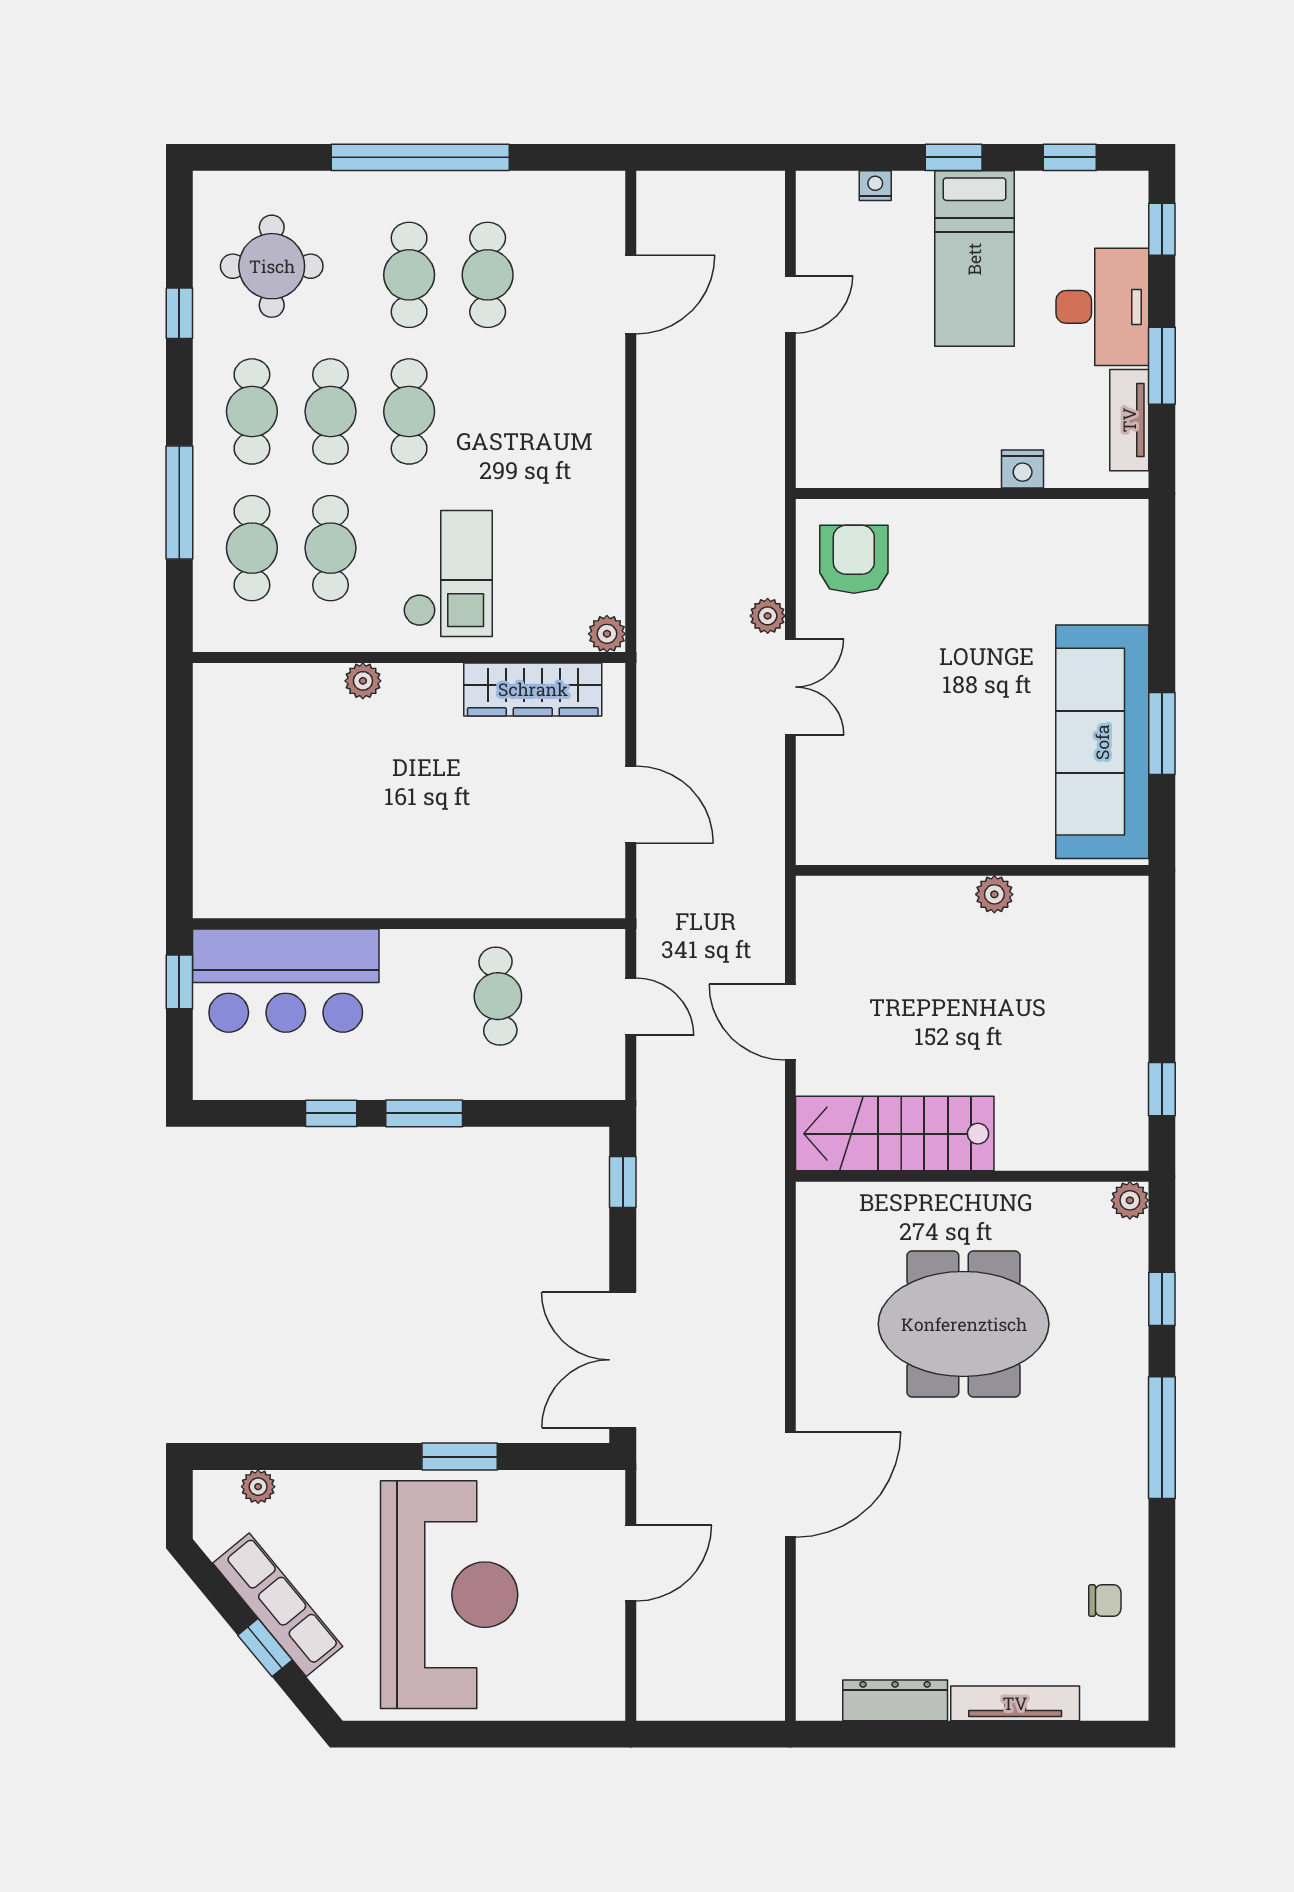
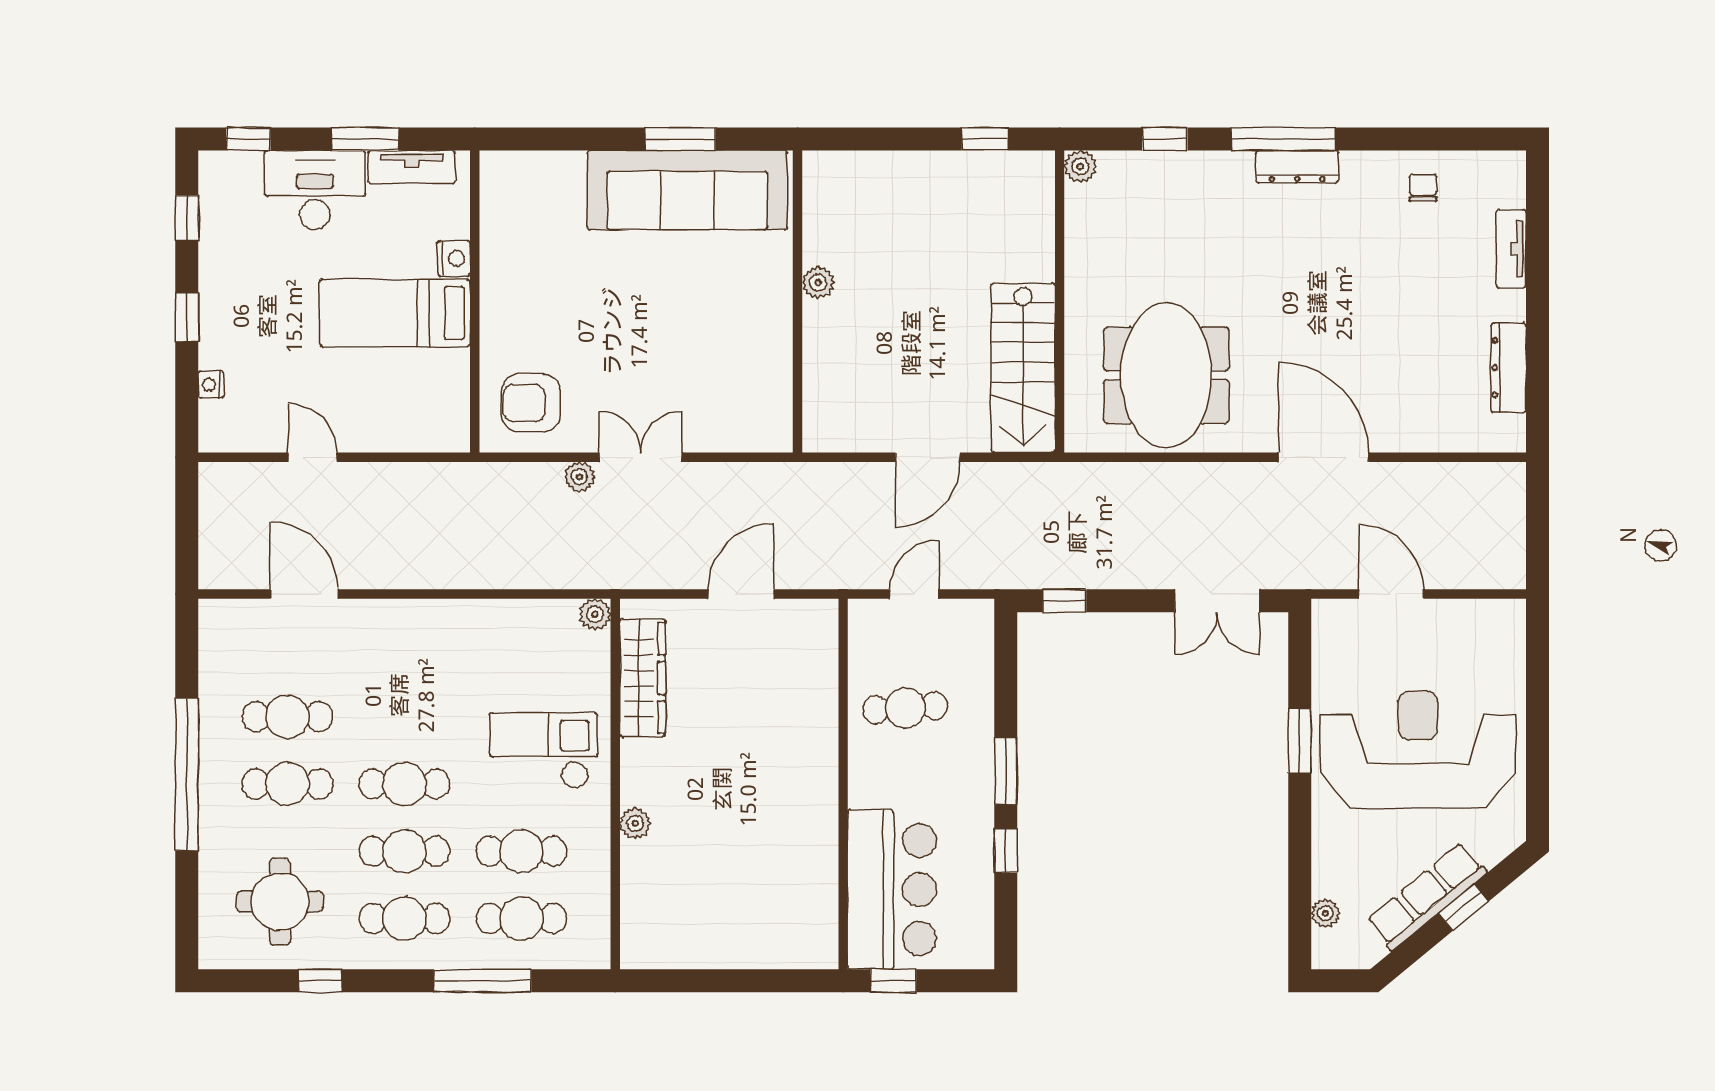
bed: (974, 259) -> (395, 313), moved, turned 180
meeting table: (964, 1324) -> (1166, 375), moved
double door: (623, 1360) -> (1217, 601), width x0.73
dresser: (1130, 1453) -> (1297, 167), added
tv unit: (1015, 1703) -> (1511, 249), width x0.71

